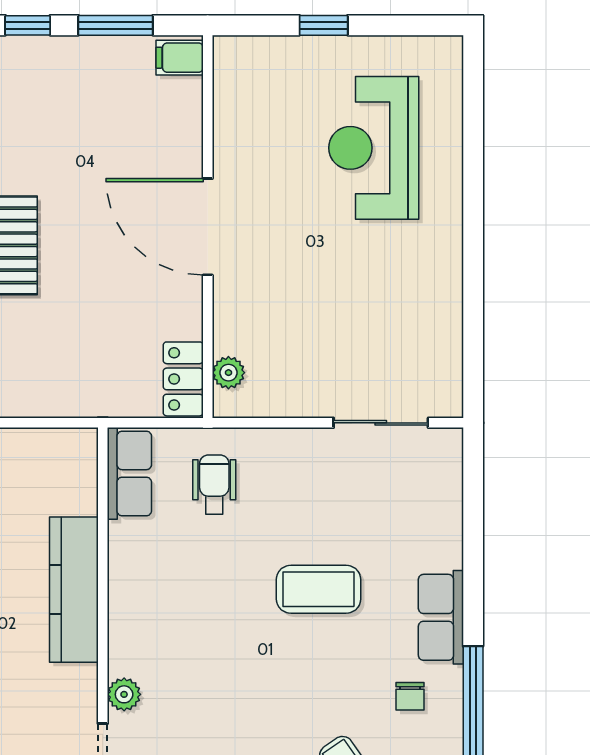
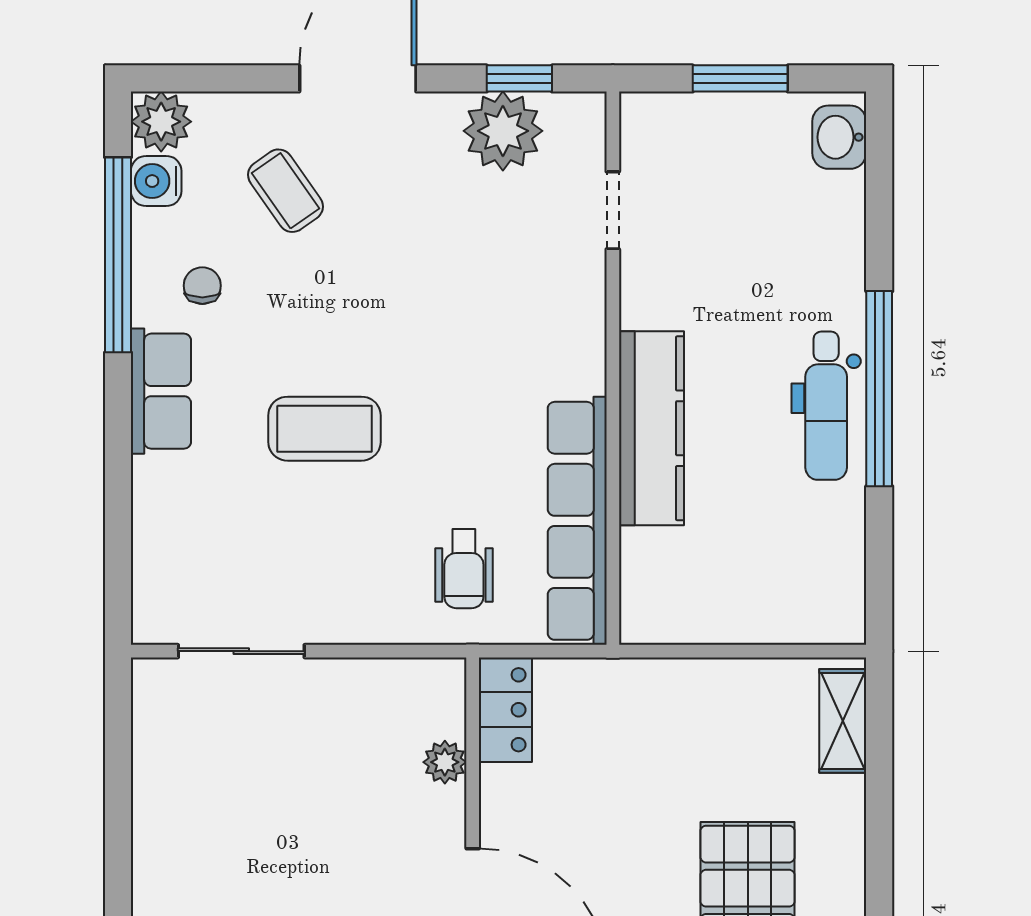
plant: (228, 373) -> (445, 762), moved
row of seats: (129, 473) -> (577, 521), width x2.02
plant: (124, 694) -> (584, 288), removed

